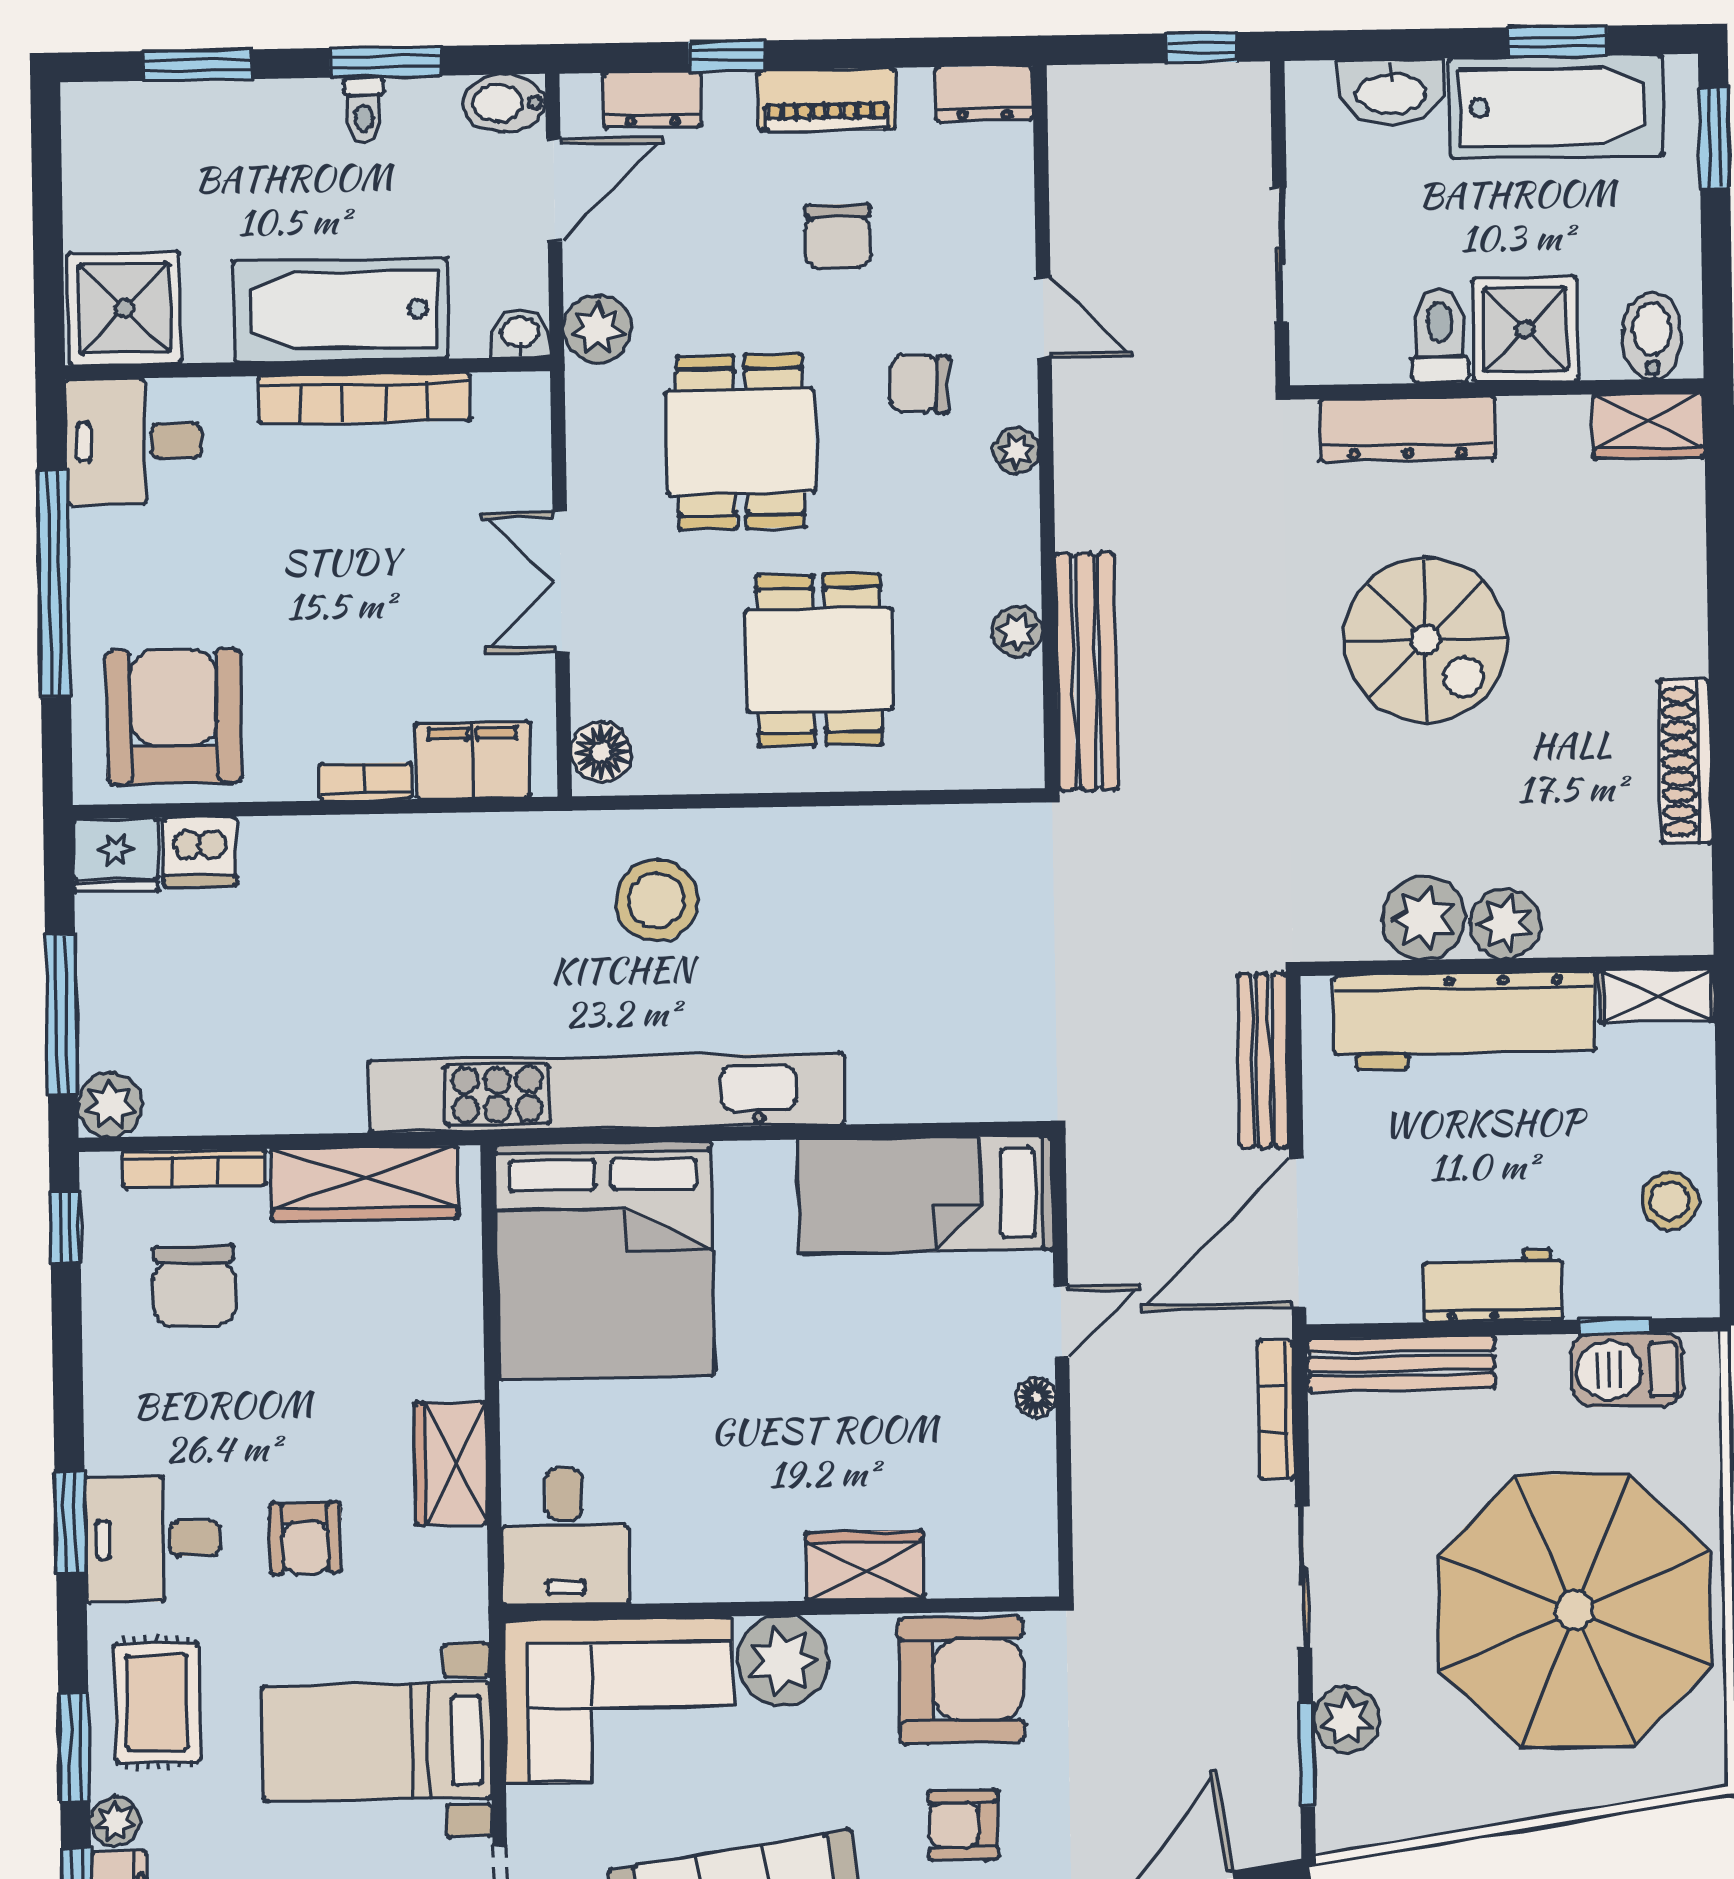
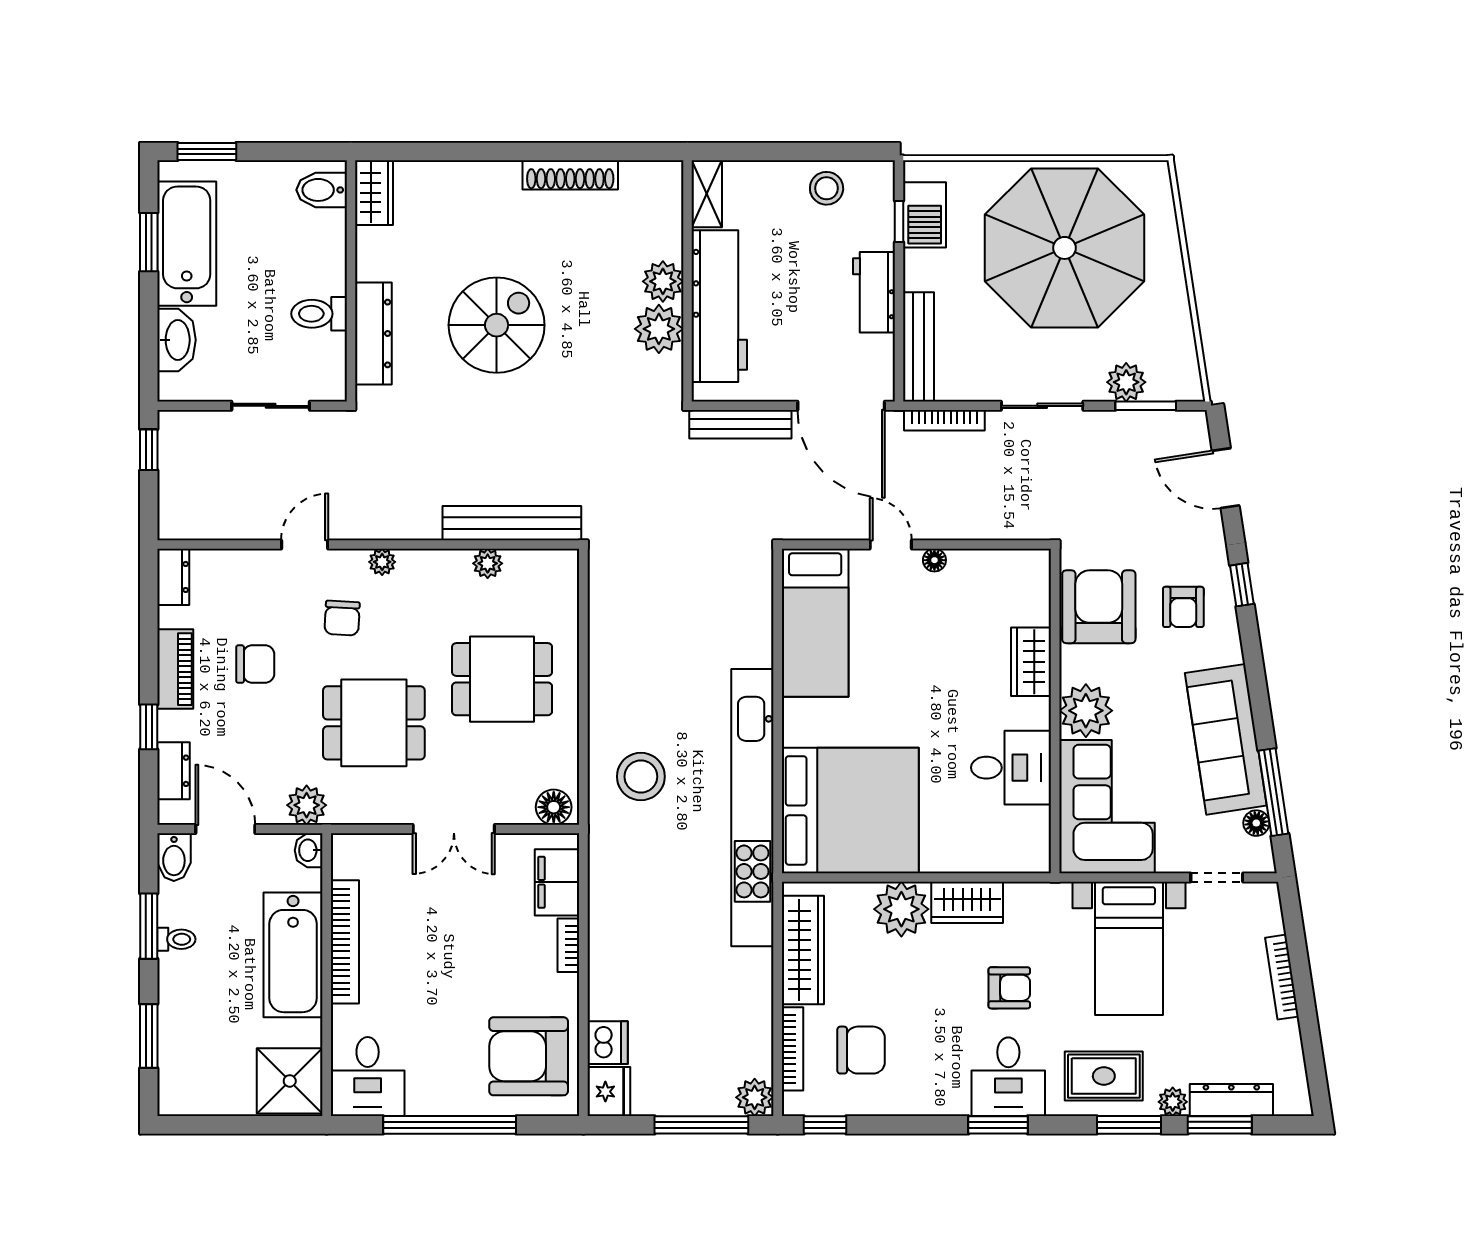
shower: (1525, 329) -> (316, 264), removed
plant: (437, 1351) -> (901, 909), added
desk: (565, 1537) -> (1011, 768), moved

